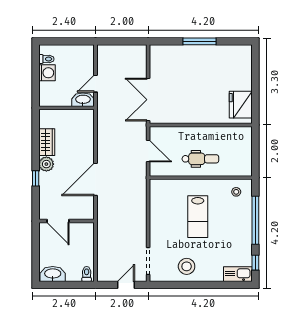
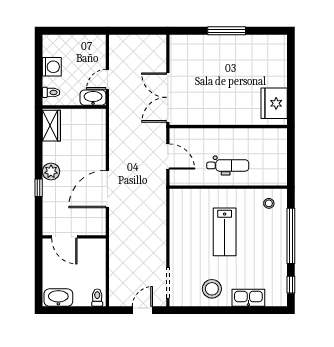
toilet: (46, 59) -> (51, 92), moved
wardrobe: (47, 142) -> (51, 126), moved
kitchen sink: (238, 274) -> (248, 298), moved

